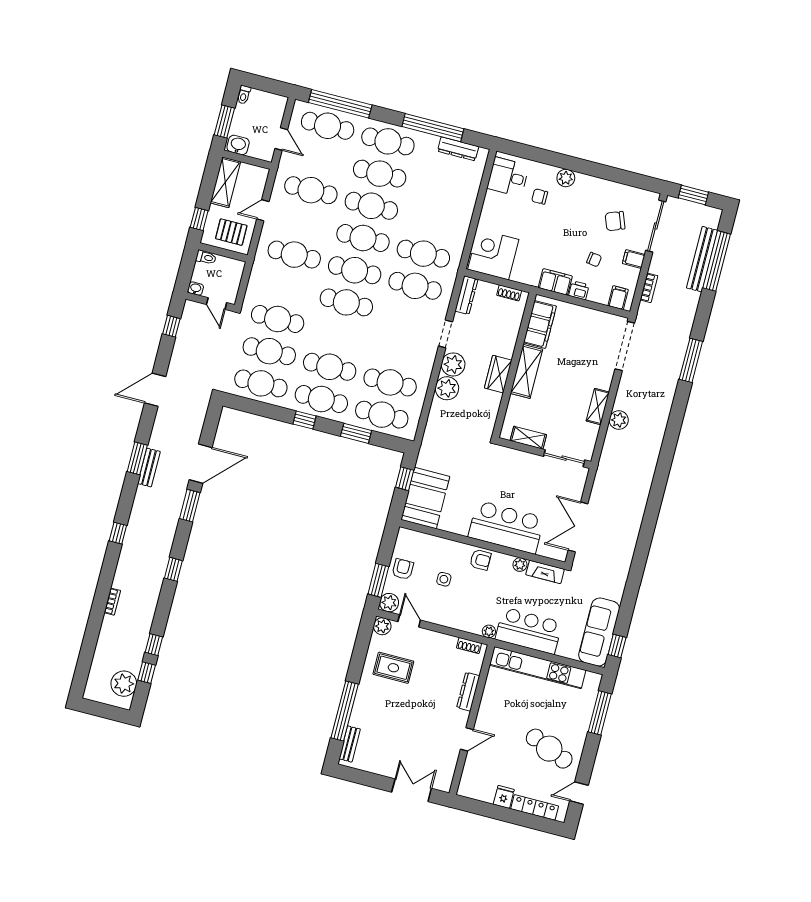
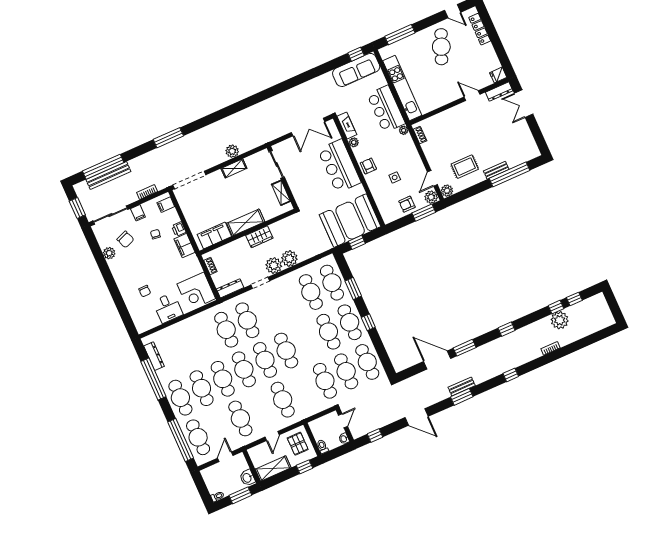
desk: (508, 177) -> (168, 308), moved
plant: (566, 178) -> (109, 253), moved
door: (263, 210) -> (272, 436), hinge flipped
booth: (425, 498) -> (350, 221), width x1.36, depth x1.42
rug: (393, 668) -> (465, 167), turned 90
plant: (124, 684) -> (560, 320), moved
dresser: (468, 692) -> (499, 92), moved
bench: (350, 744) -> (496, 170), moved
fridge: (504, 797) -> (498, 75), moved

